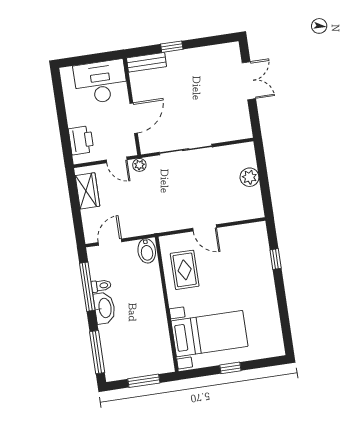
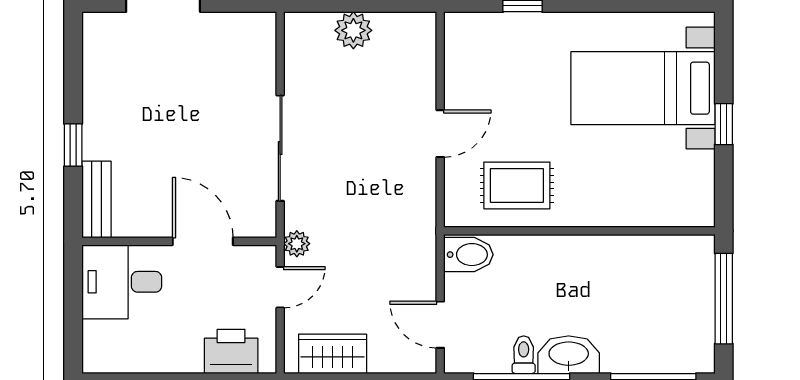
desk: (101, 82) -> (122, 282), width x0.73
bed with nightstands: (209, 334) -> (643, 88), moved, turned -90
window: (144, 381) -> (724, 299), width x1.44

